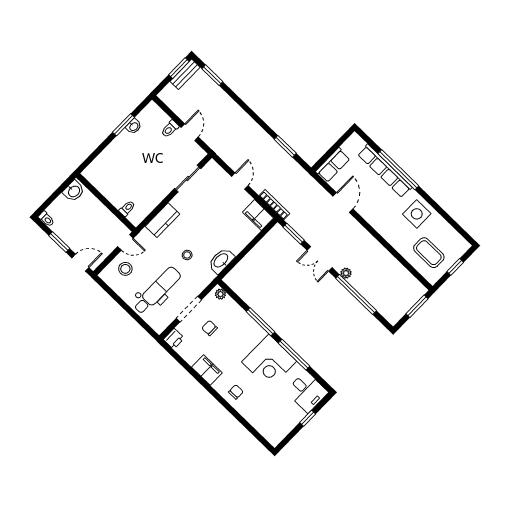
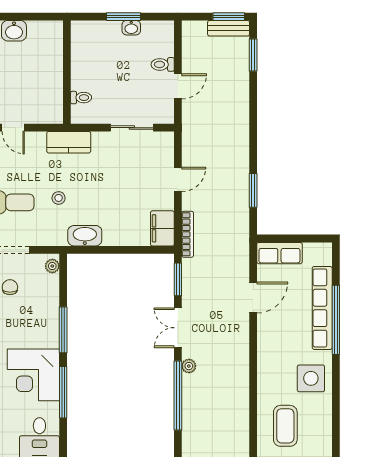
wall: (106, 203) -> (67, 72), moved
toilet: (127, 208) -> (81, 98), moved

